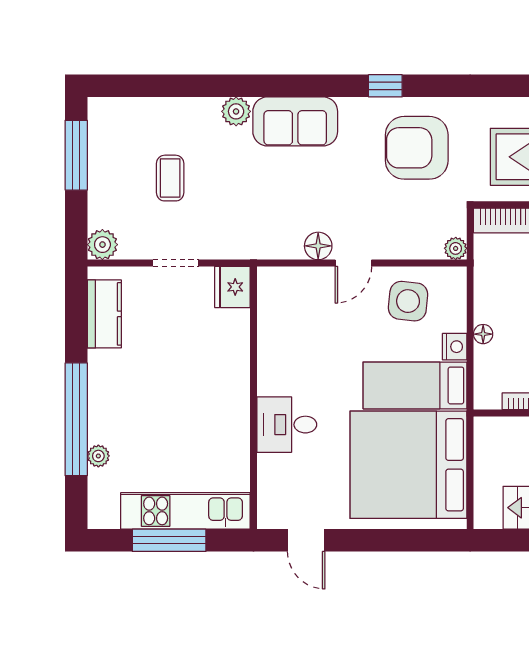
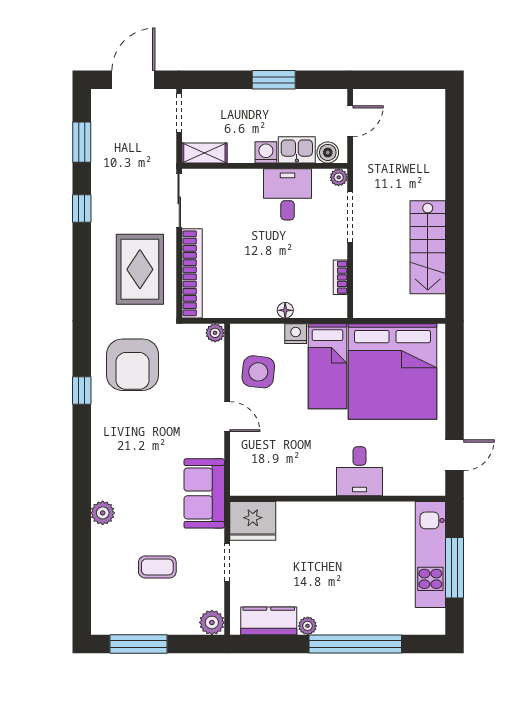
sofa: (295, 121) -> (204, 493), moved, turned 180
floor lamp: (318, 246) -> (213, 446), removed
fridge: (232, 287) -> (253, 521), width x1.36, depth x1.34
plant: (98, 456) -> (308, 626), moved

